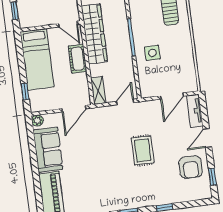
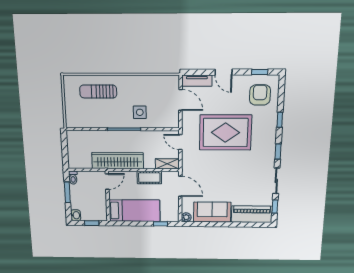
cot: (78, 59) -> (149, 178), moved
rug: (143, 150) -> (225, 132), width x1.86, depth x2.06
armchair: (191, 167) -> (260, 95), moved, turned -90

